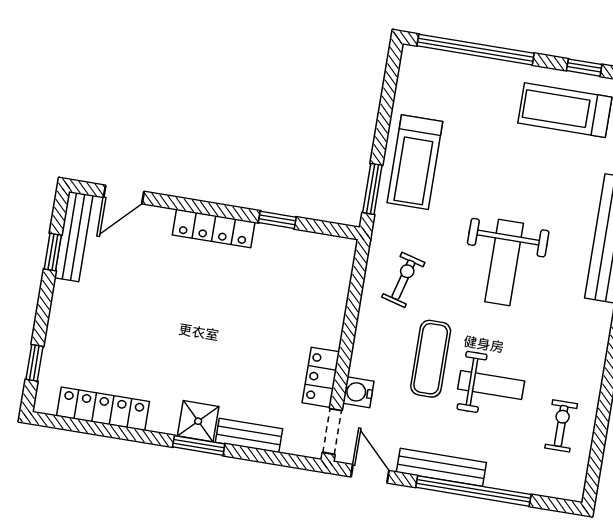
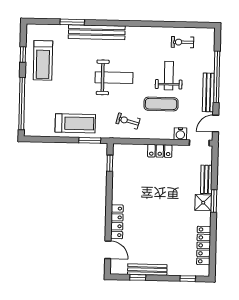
window: (277, 220) -> (110, 163), moved
locker: (214, 229) -> (117, 222), moved
bench: (74, 237) -> (147, 270), moved
locker: (321, 377) -> (160, 151), moved

